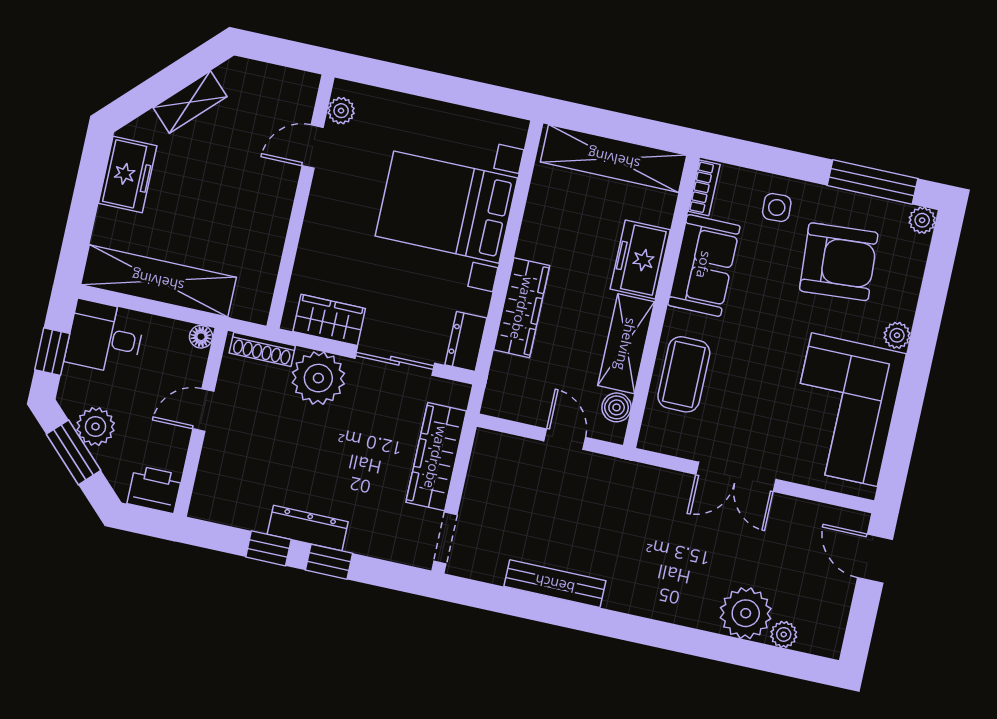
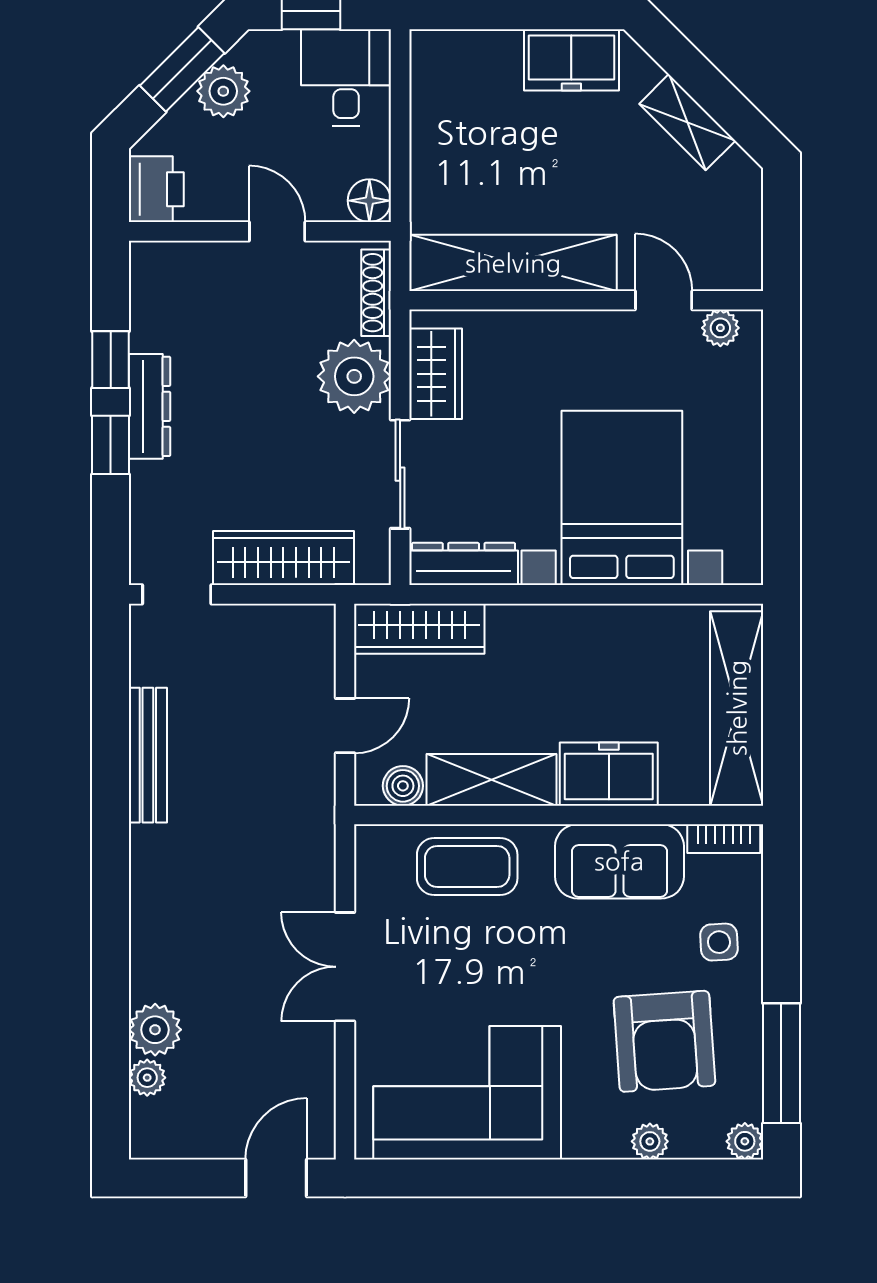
shelving: (158, 281) -> (513, 263), moved, turned 90
wardrobe: (522, 308) -> (419, 629), moved
plant: (897, 335) -> (650, 1141), moved
floor lamp: (201, 337) -> (369, 201), width x1.37, depth x1.37
dresser: (466, 341) -> (464, 564), width x1.44
plant: (746, 613) -> (155, 1030), width x0.73, depth x0.73

